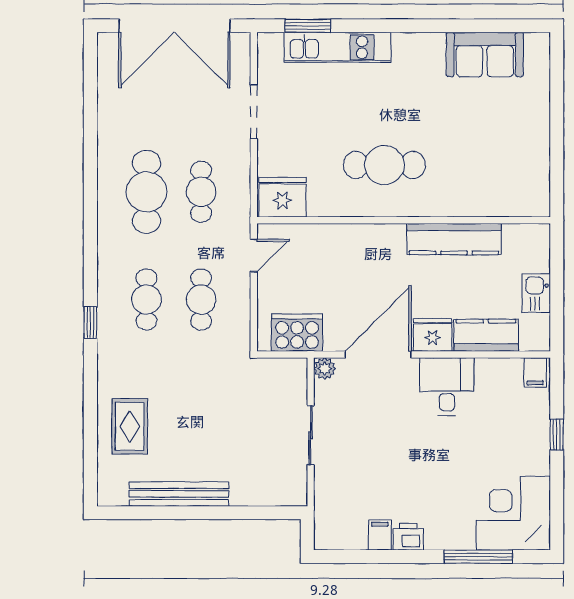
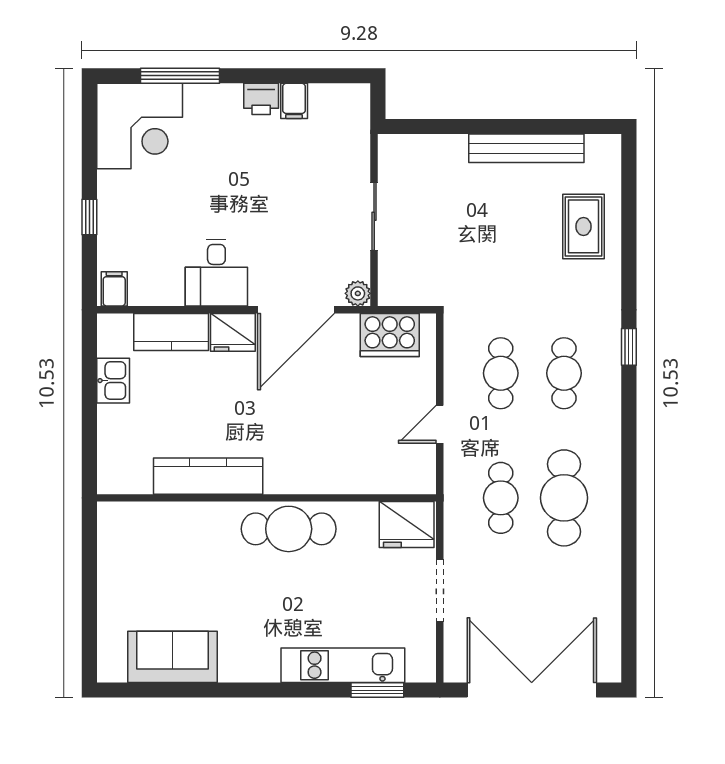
fridge: (283, 197) -> (407, 525), moved
wall: (404, 220) -> (266, 498), moved
kitchen counter: (454, 239) -> (208, 476), moved

